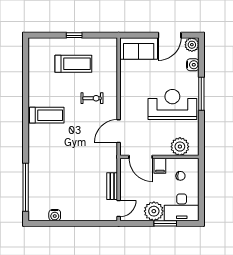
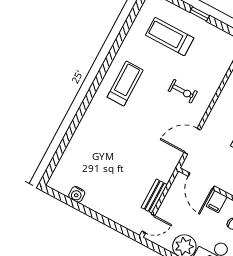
treadmill: (73, 64) -> (170, 37), moved, turned 180
treadmill: (47, 115) -> (125, 84), turned -90
window: (26, 187) -> (62, 148), removed

